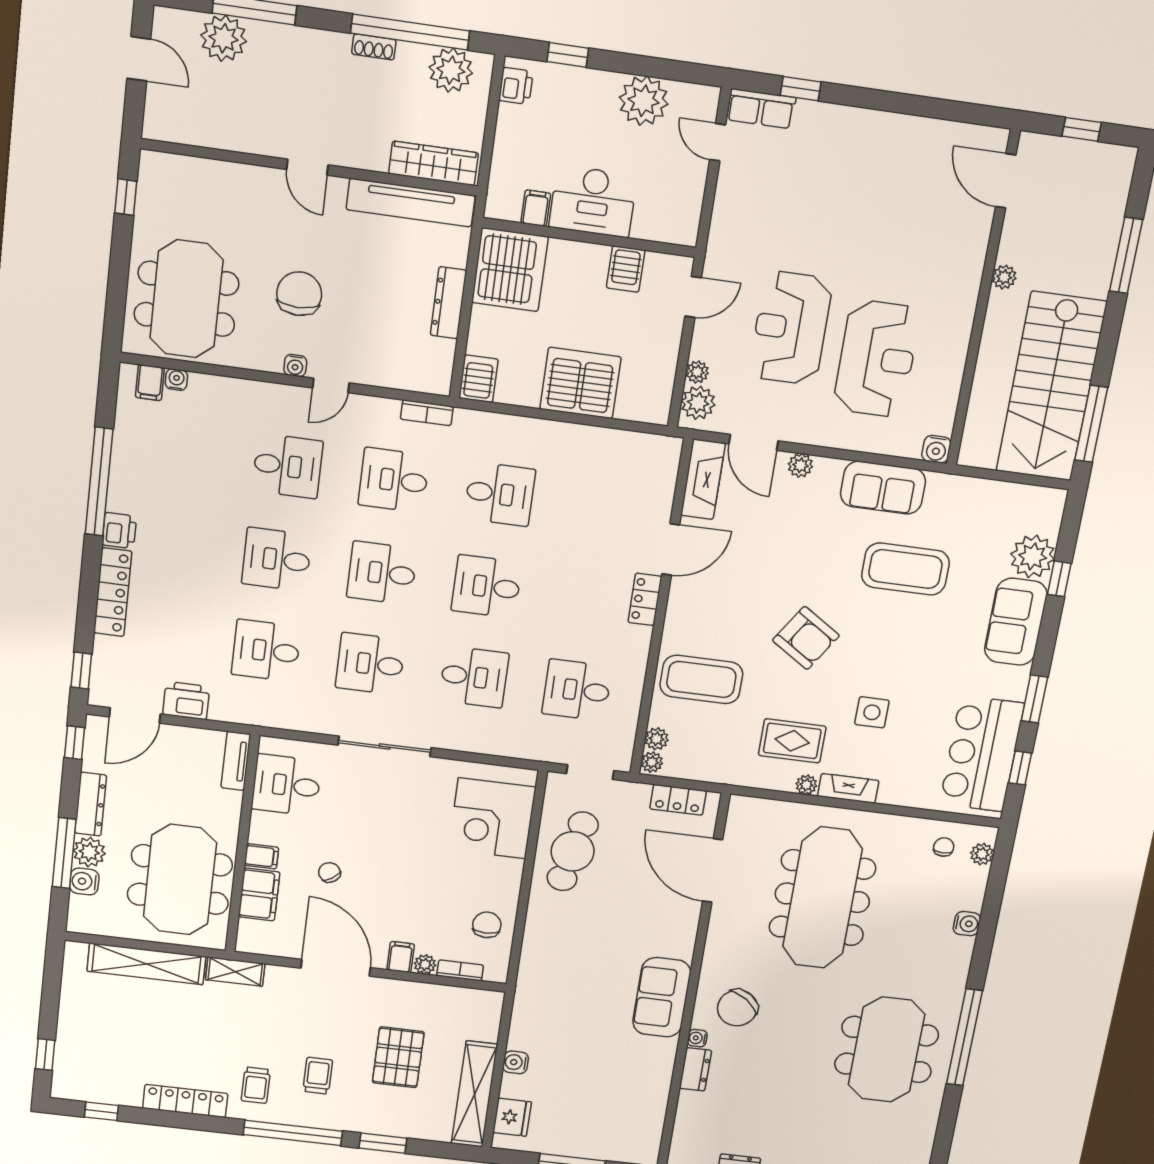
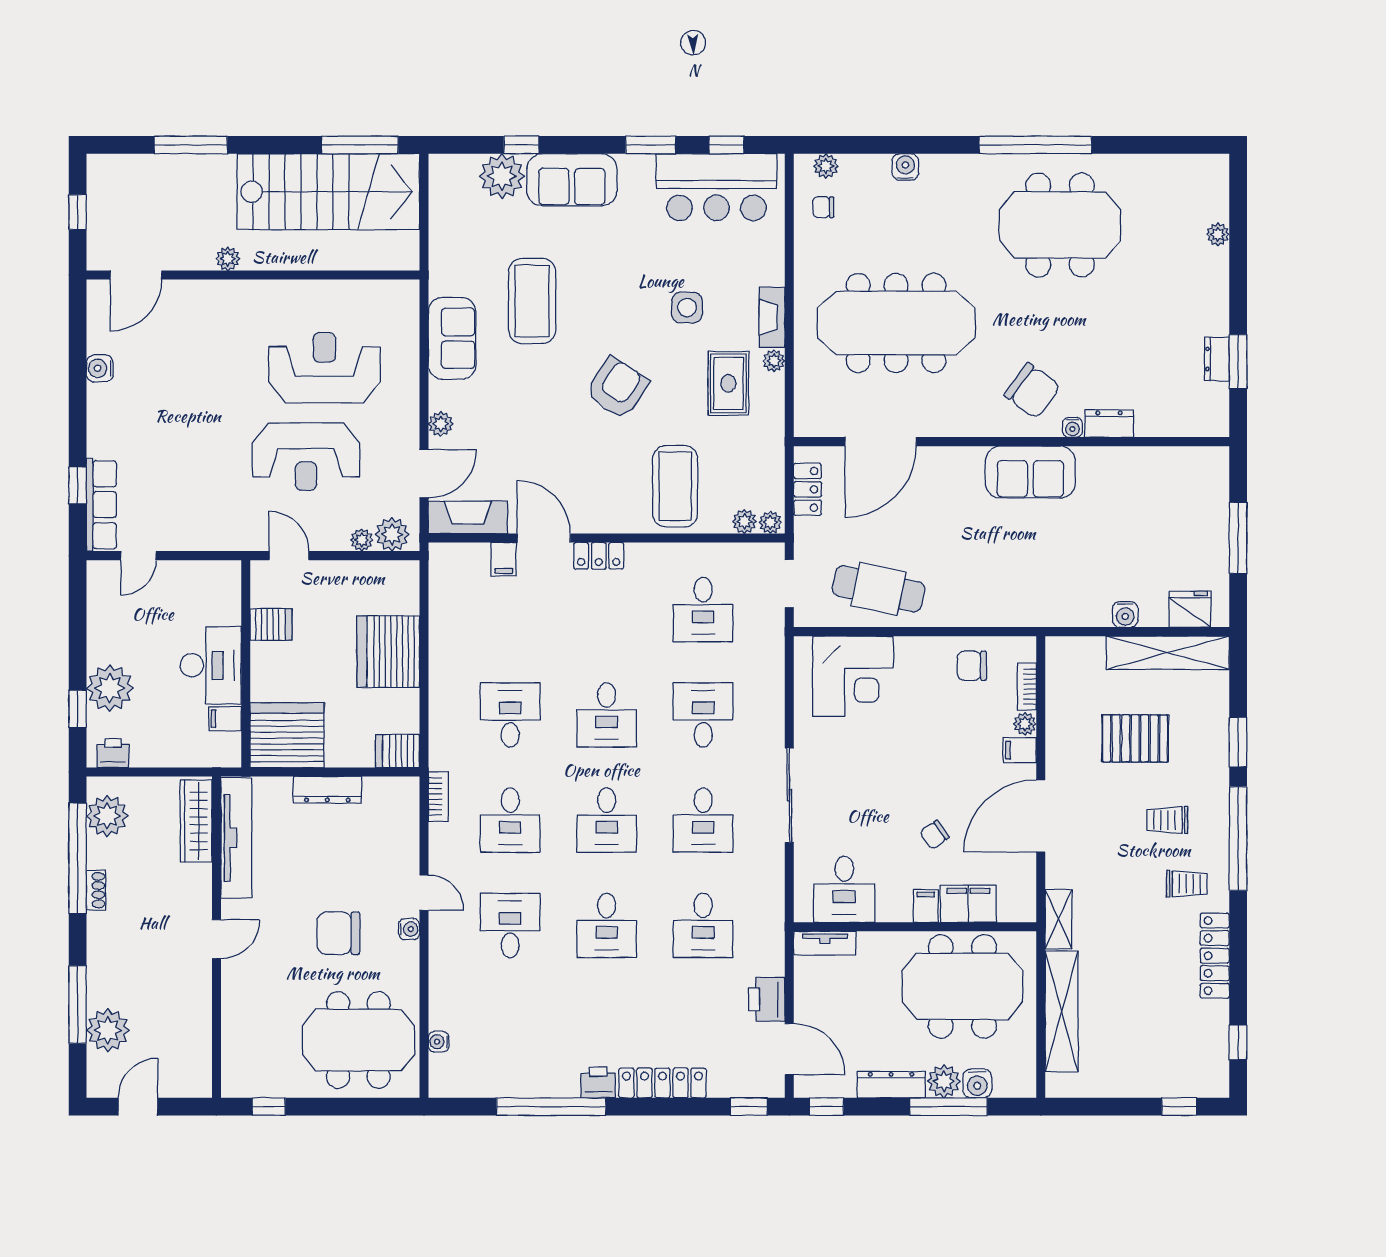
plant: (644, 101) -> (110, 688), moved
row of seats: (761, 109) -> (101, 505), width x1.48
filing cabinet: (150, 383) -> (504, 559), moved, turned 90
water cooler: (936, 449) -> (100, 368), moved, turned 180

